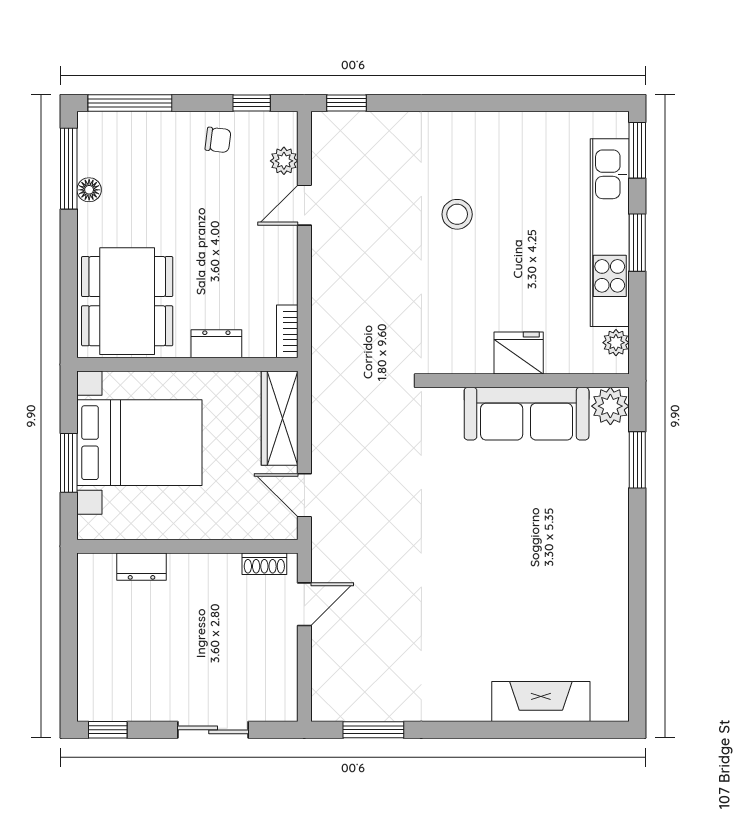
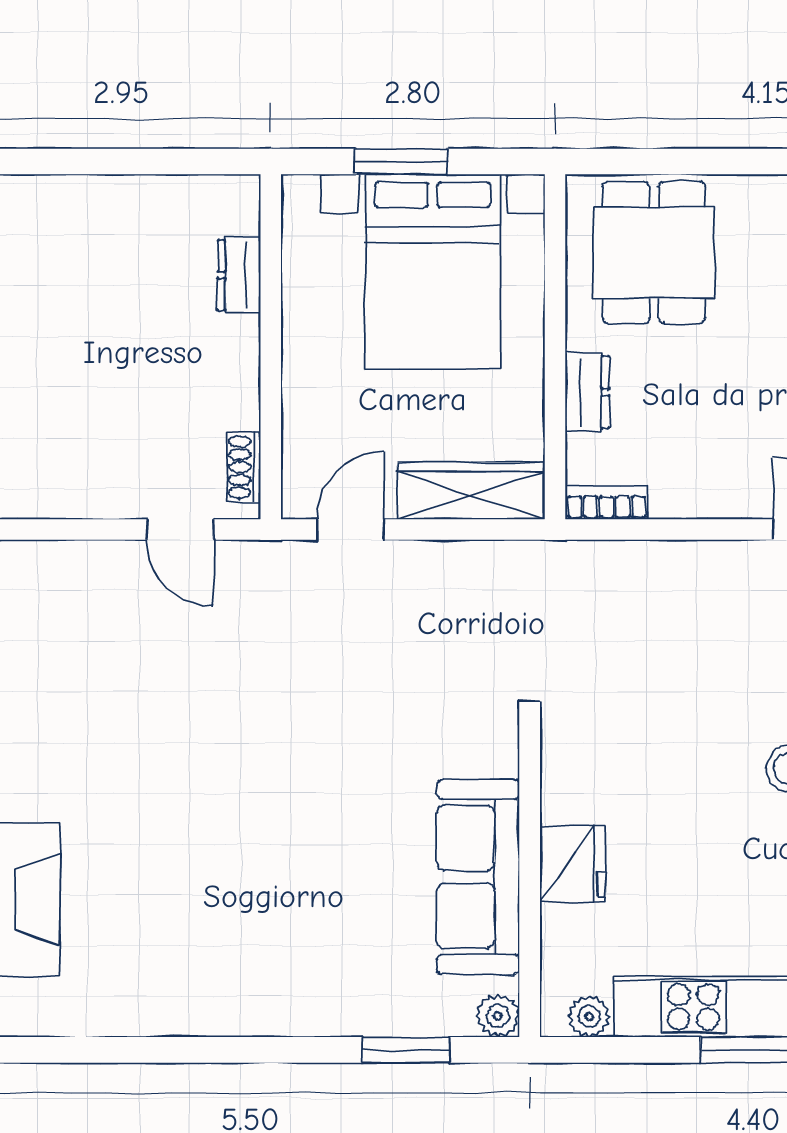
dining table: (127, 301) -> (654, 253), width x0.73
plant: (610, 406) -> (498, 1016), width x0.73, depth x0.73

